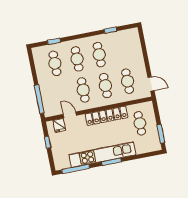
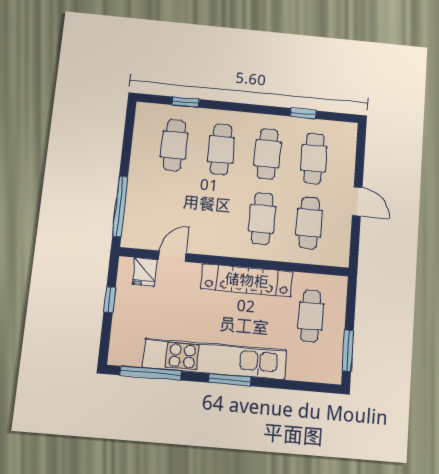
door: (151, 84) -> (357, 202), moved
cafe table: (83, 90) -> (314, 158), moved
door: (70, 115) -> (173, 256), hinge flipped

